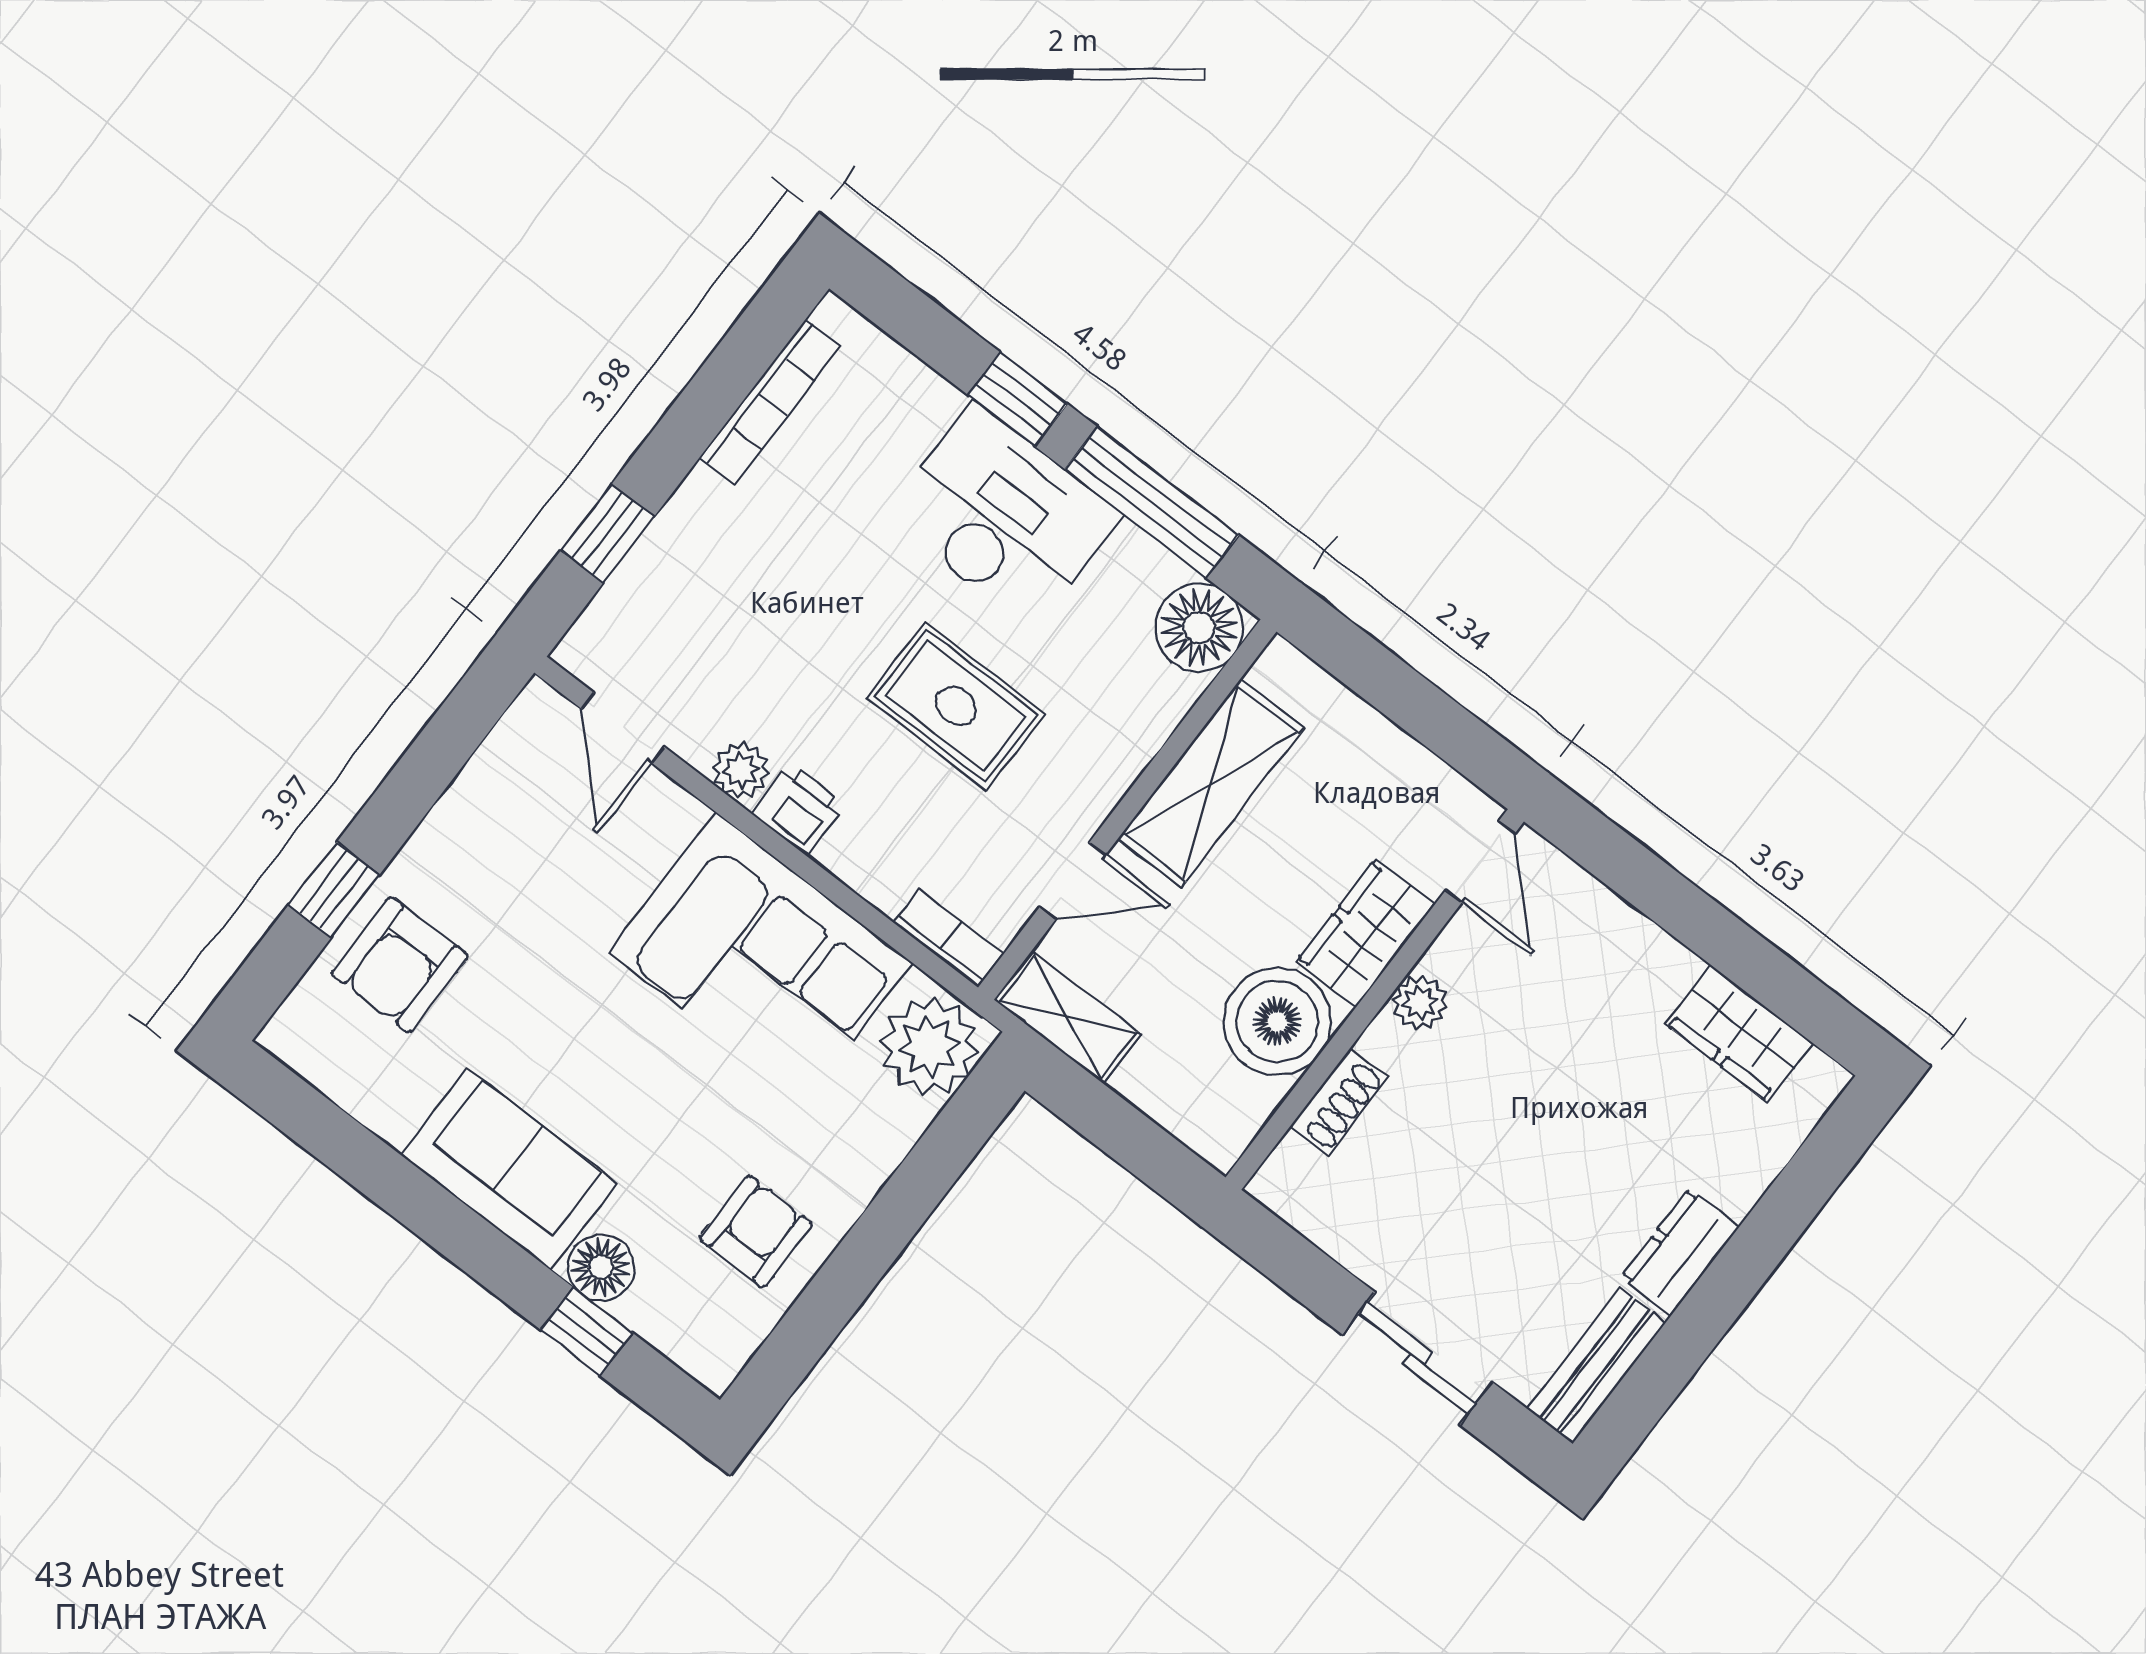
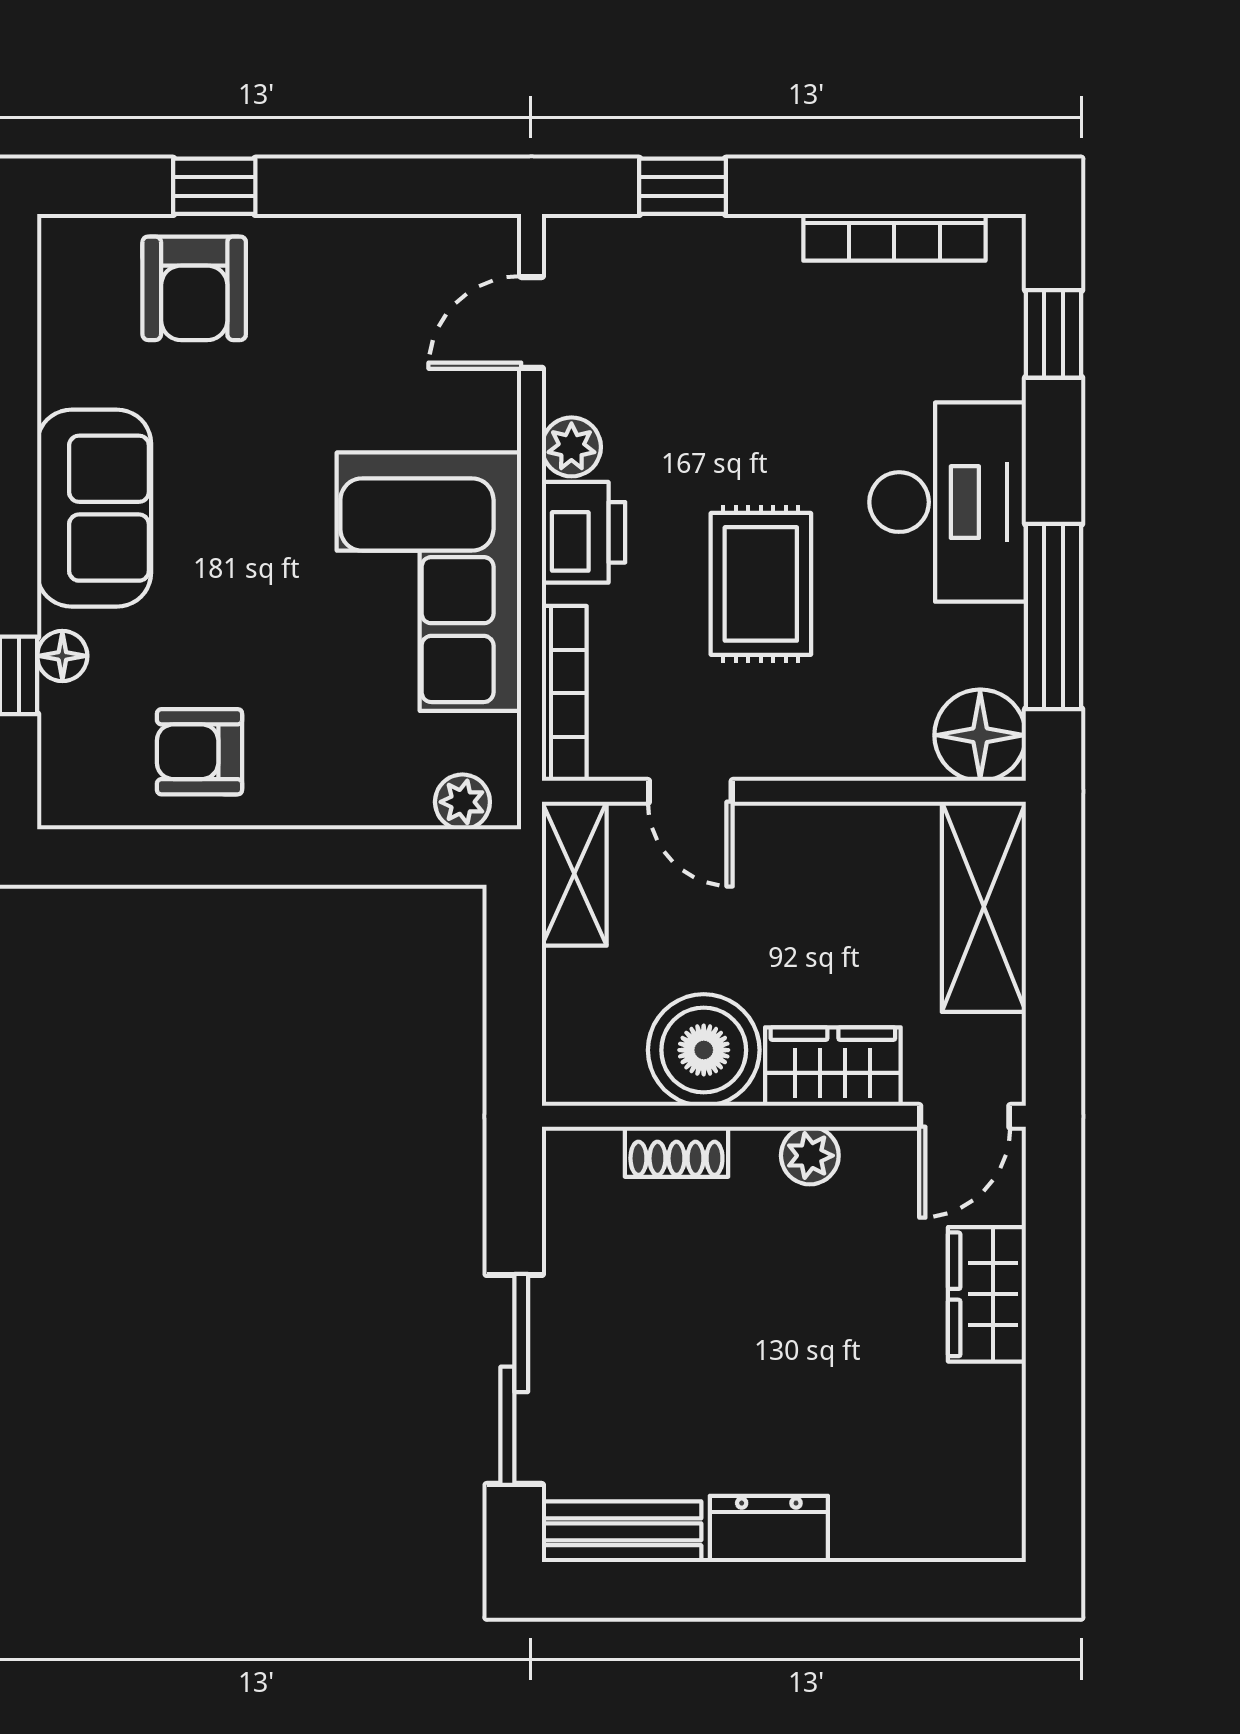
window: (1017, 399) -> (1054, 334), moved
shelving: (1211, 783) -> (984, 907), moved, turned 90
printer: (798, 809) -> (584, 532), width x1.36, depth x1.24
bookcase: (948, 938) -> (564, 693), width x1.56
armchair: (400, 965) -> (194, 288), turned -90
wardrobe: (1739, 1034) -> (987, 1294), moved
plant: (929, 1046) -> (462, 802), width x0.53, depth x0.53
armchair: (756, 1231) -> (200, 752), turned 180
floor lamp: (601, 1267) -> (62, 656), width x0.73, depth x0.73
sliding door: (1417, 1358) -> (514, 1379), width x1.37

